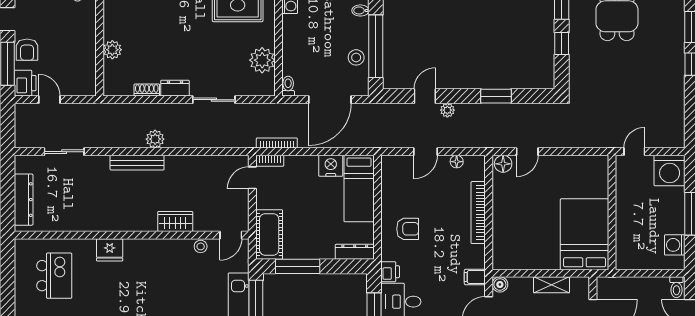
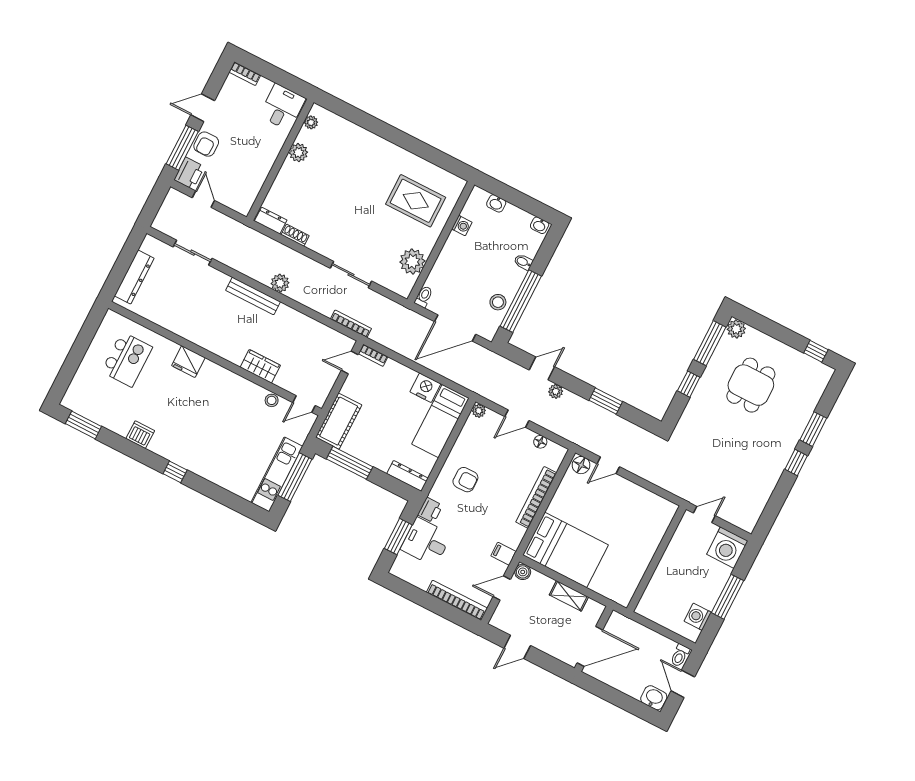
plant: (112, 50) -> (298, 153), moved
dresser: (175, 88) -> (271, 221), moved
bookcase: (277, 143) -> (351, 324), moved
plant: (388, 162) -> (479, 411), added
bed: (585, 234) -> (565, 550), moved, turned 90

